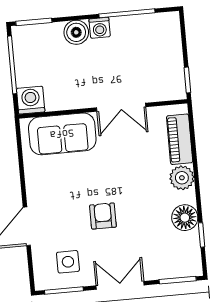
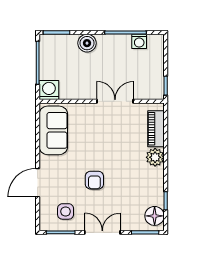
washing machine: (100, 28) -> (139, 41), moved
double door: (121, 107) -> (115, 101), swing flipped
sofa: (62, 134) -> (53, 130), moved, turned -90
armchair: (103, 216) -> (94, 180), turned 180
floor lamp: (185, 218) -> (155, 216), moved

